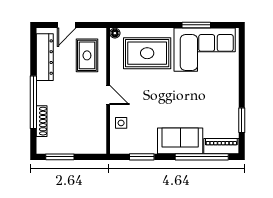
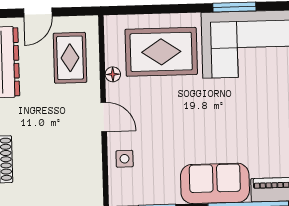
floor lamp: (115, 33) -> (113, 74), moved

